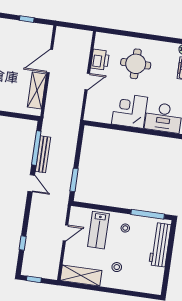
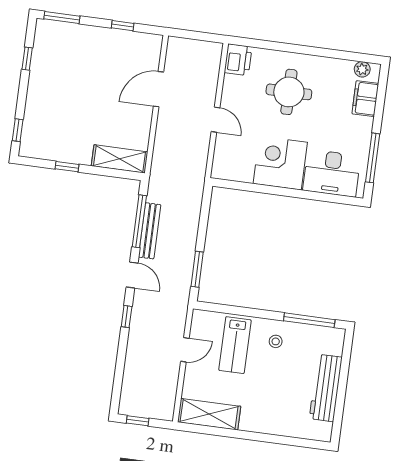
printer: (100, 60) -> (238, 60), moved
door: (87, 82) -> (216, 120), hinge flipped
shelving: (37, 91) -> (120, 159), moved, turned 90
window: (23, 243) -> (127, 317), moved
workbench: (160, 245) -> (326, 388), moved
stool: (117, 267) -> (263, 401), removed

